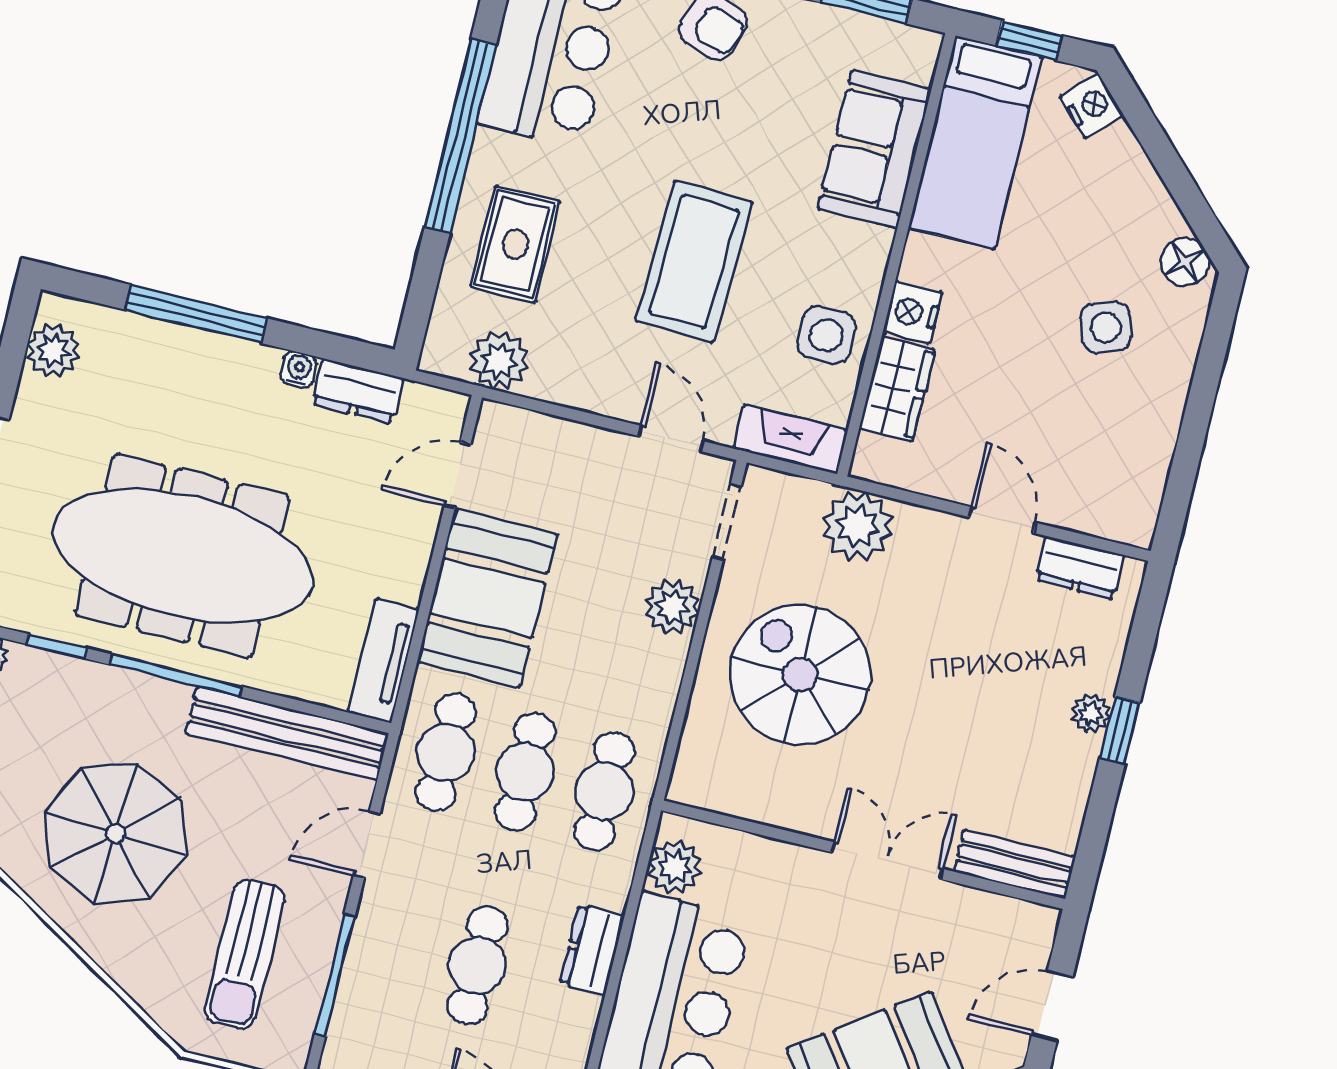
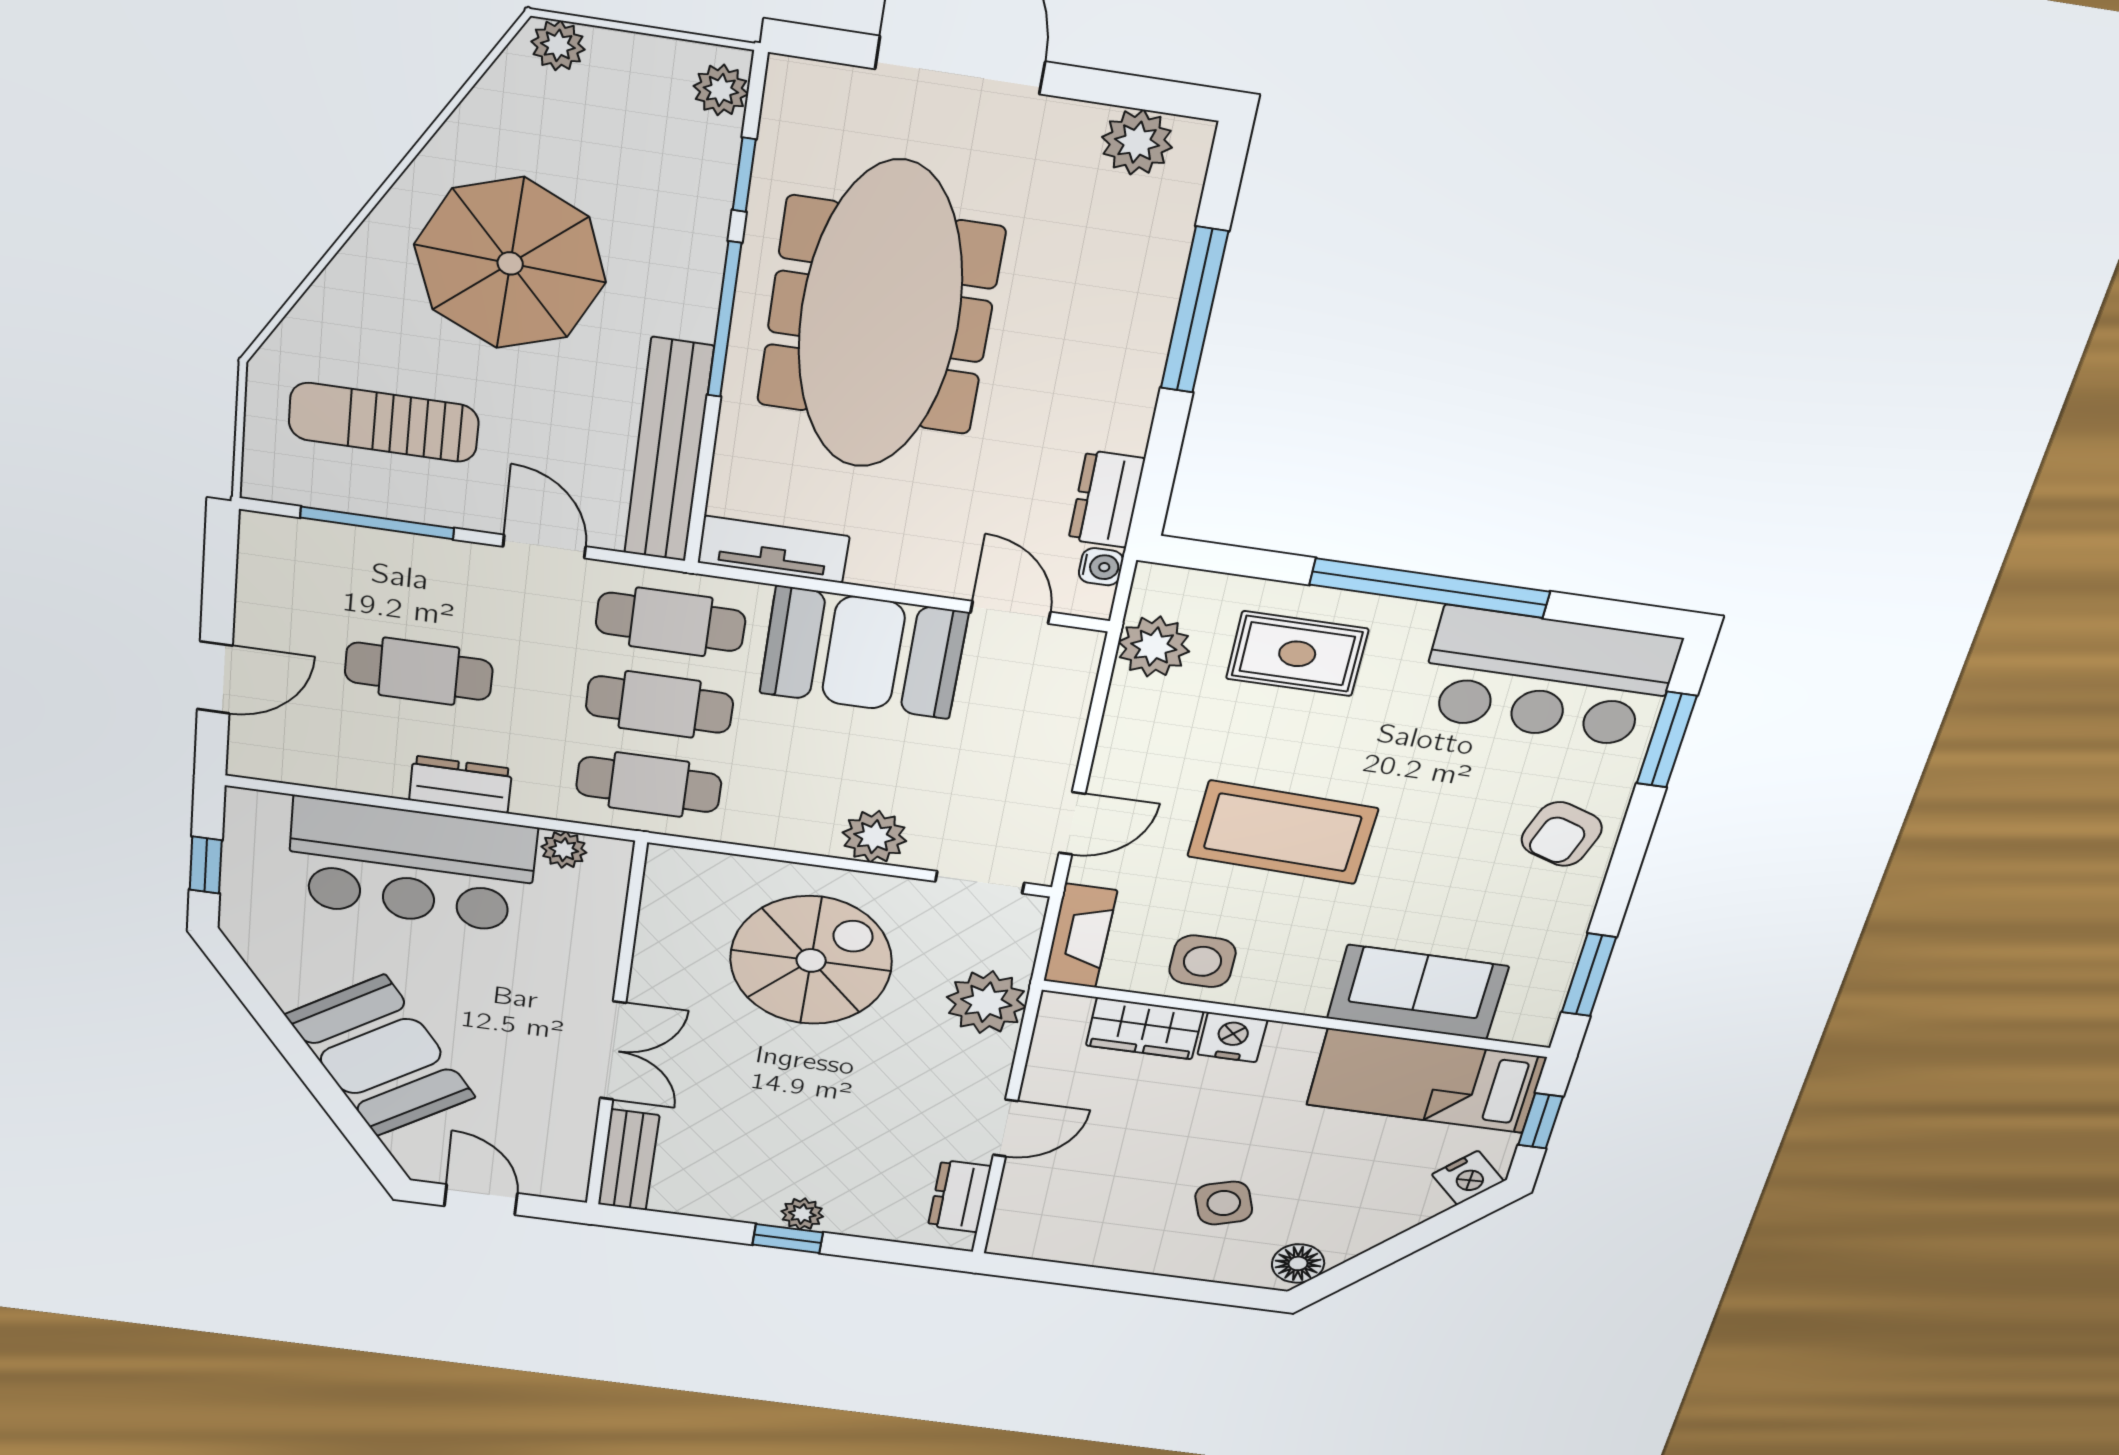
water cooler: (299, 369) -> (1101, 567), moved
plant: (675, 867) -> (564, 850), width x0.73, depth x0.73

